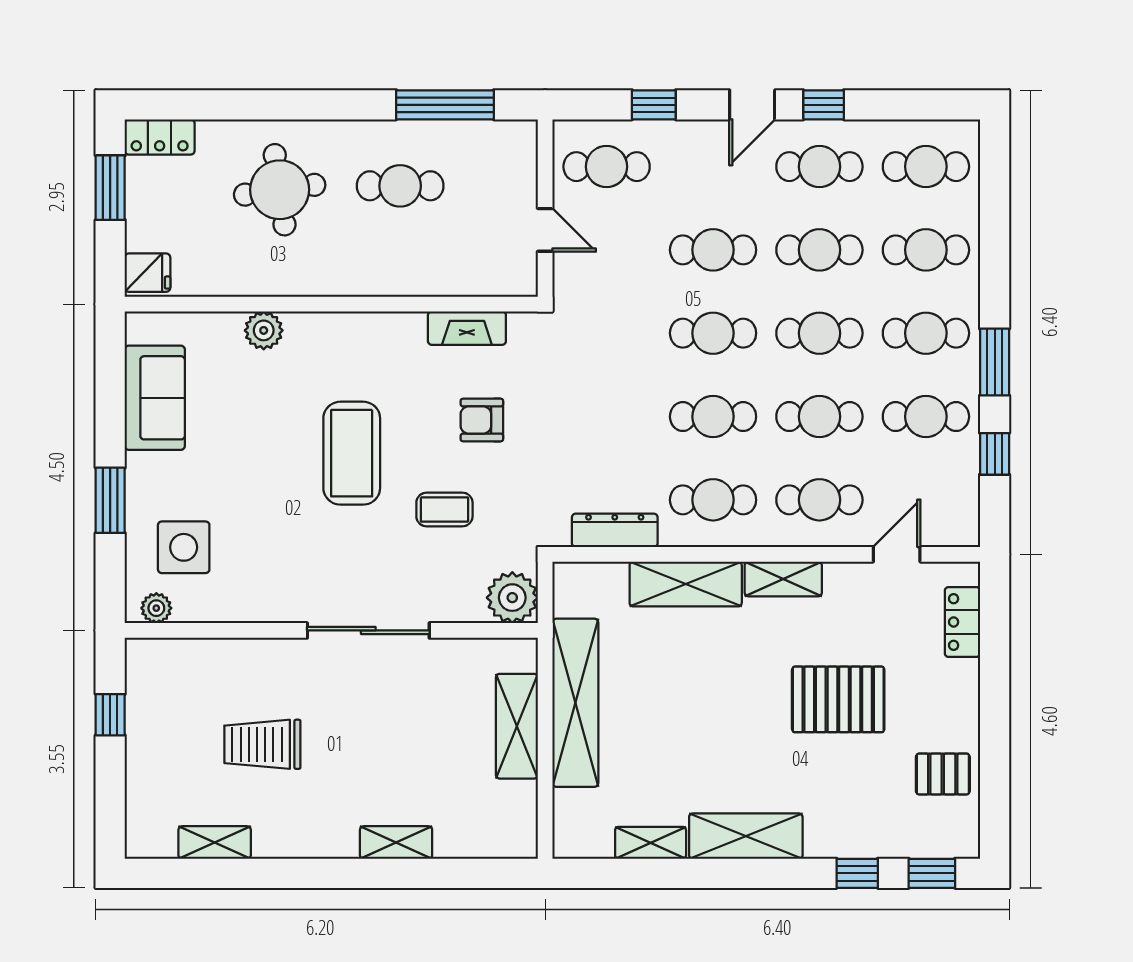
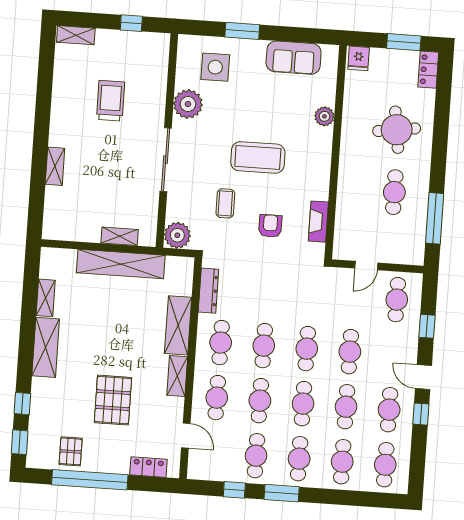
plant: (156, 608) -> (188, 104), moved, width x1.88, depth x1.88
shelving: (517, 726) -> (120, 236), width x0.67, depth x0.75
window: (995, 733) -> (90, 480), added
shelving: (215, 843) -> (76, 35), moved, turned 90

